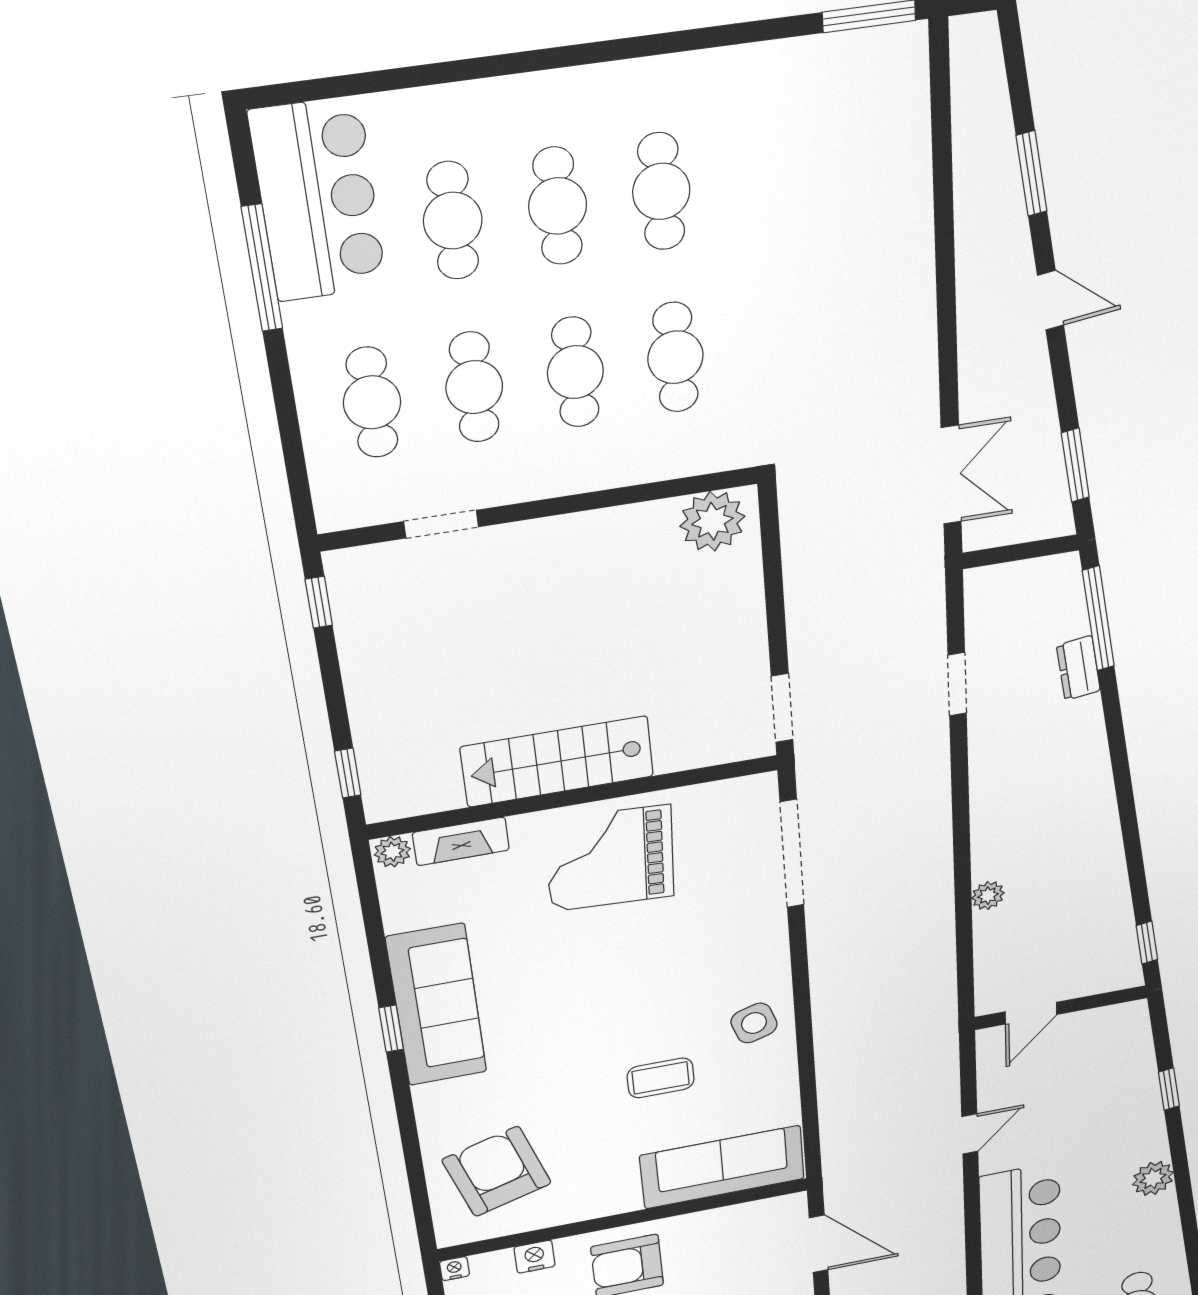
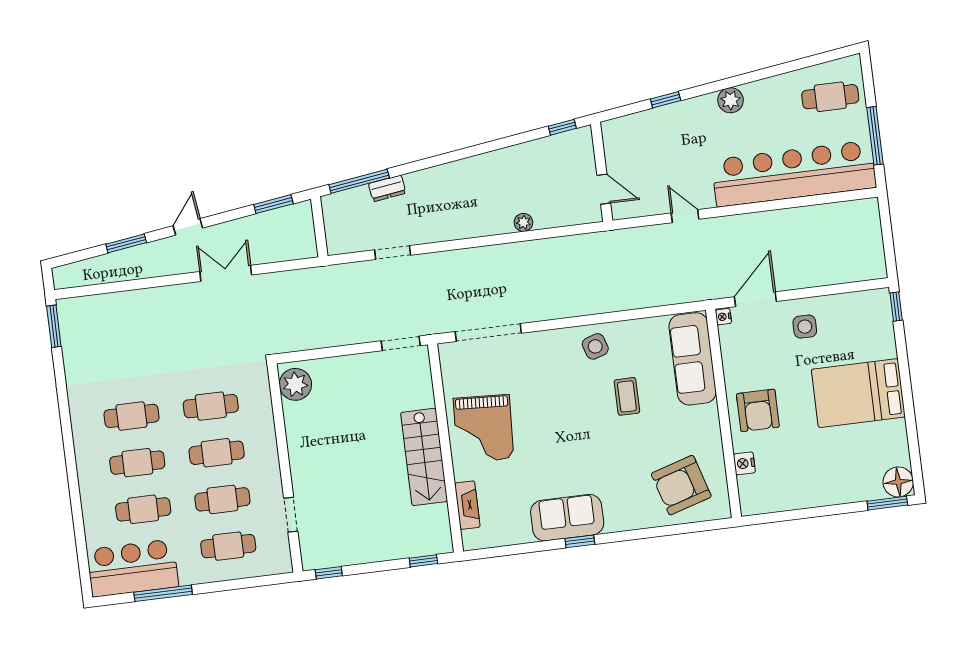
double door: (951, 475) -> (226, 273), moved
plant: (392, 852) -> (471, 540), removed
sofa: (437, 1005) -> (567, 518), width x0.73
nightstand: (454, 1269) -> (723, 317), moved

